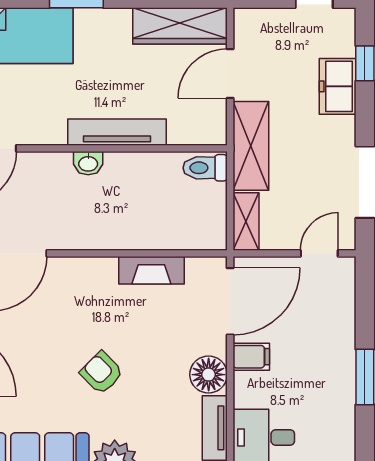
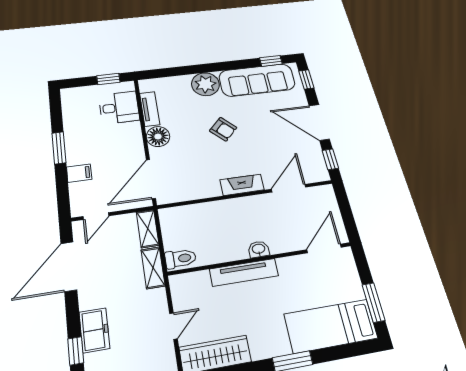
door: (230, 74) -> (173, 326), width x0.73
shelving: (251, 146) -> (153, 268), width x0.67, depth x0.75
fireplace: (151, 270) -> (242, 185), moved
filing cabinet: (251, 357) -> (79, 173), moved, turned 180

